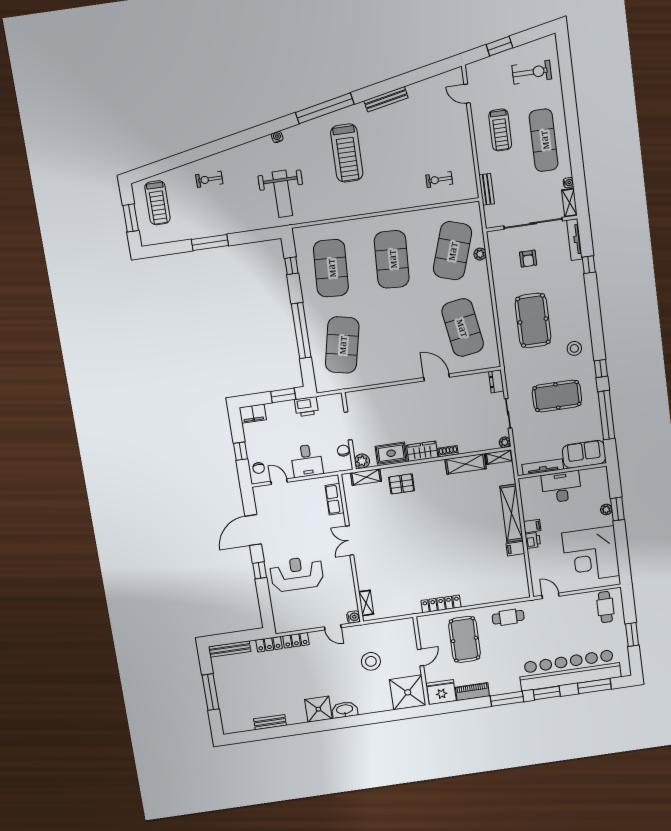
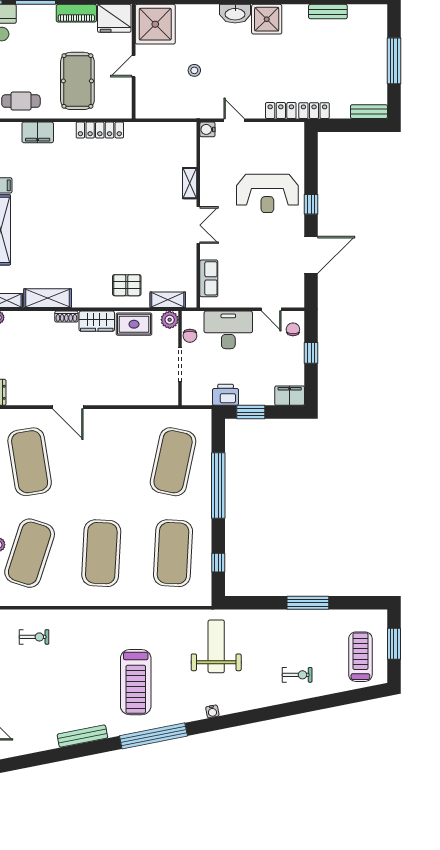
treadmill: (347, 153) -> (136, 682), turned 180
desk: (307, 461) -> (228, 330), width x1.37
filing cabinet: (491, 595) -> (38, 132), added
shelving: (366, 603) -> (190, 183), moved
bench: (230, 649) -> (369, 112), width x0.73
stool: (371, 661) -> (194, 70), width x0.53, depth x0.53

